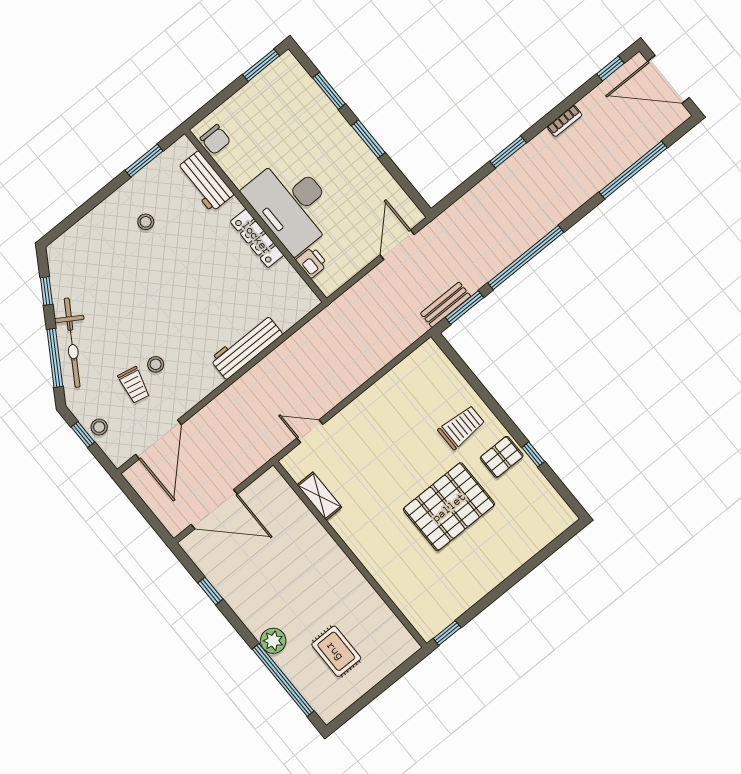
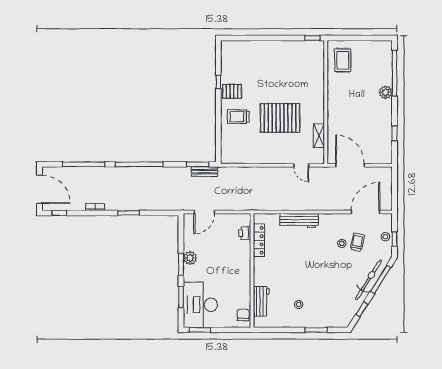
plant: (363, 160) -> (190, 258), added
window: (144, 161) -> (316, 330), moved
desk: (292, 204) -> (200, 305), moved, turned 180
locker: (257, 238) -> (259, 240), moved
window: (526, 257) -> (139, 164), moved
pallet: (449, 507) -> (280, 118), moved
door: (214, 509) -> (350, 165), moved
rug: (336, 651) -> (343, 60), moved

